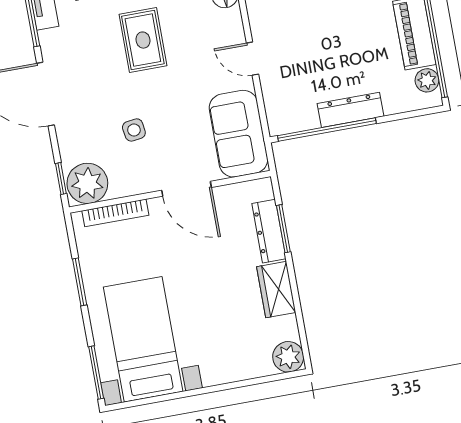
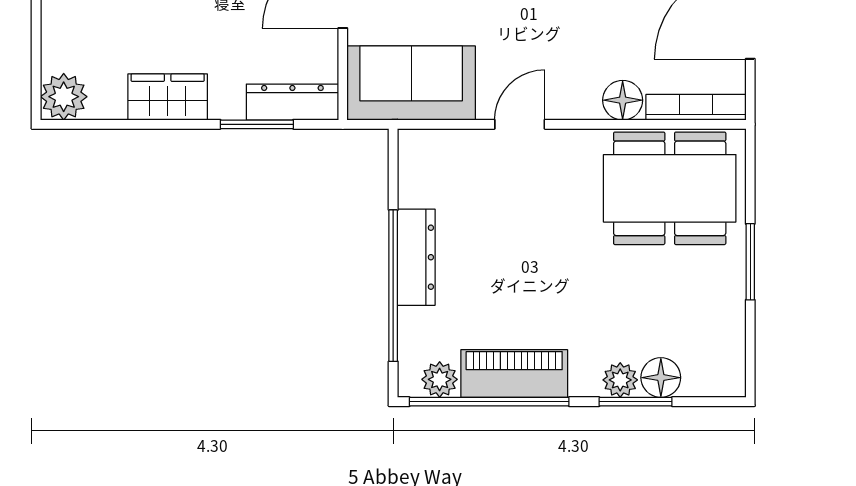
window: (327, 130) -> (393, 286), moved
dresser: (269, 231) -> (292, 102), moved

